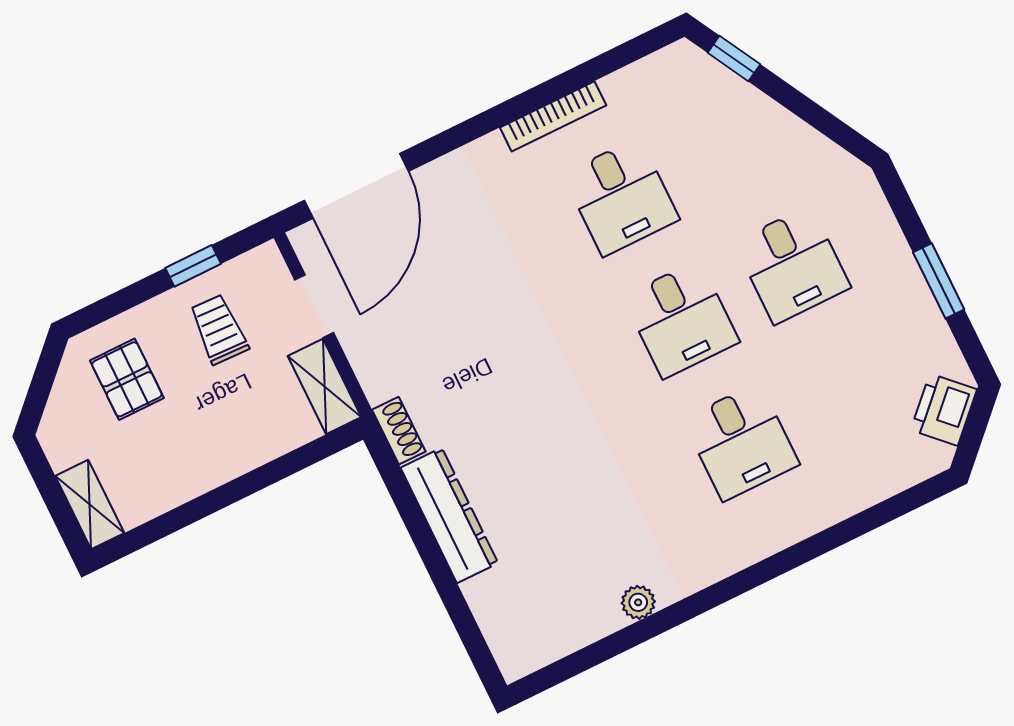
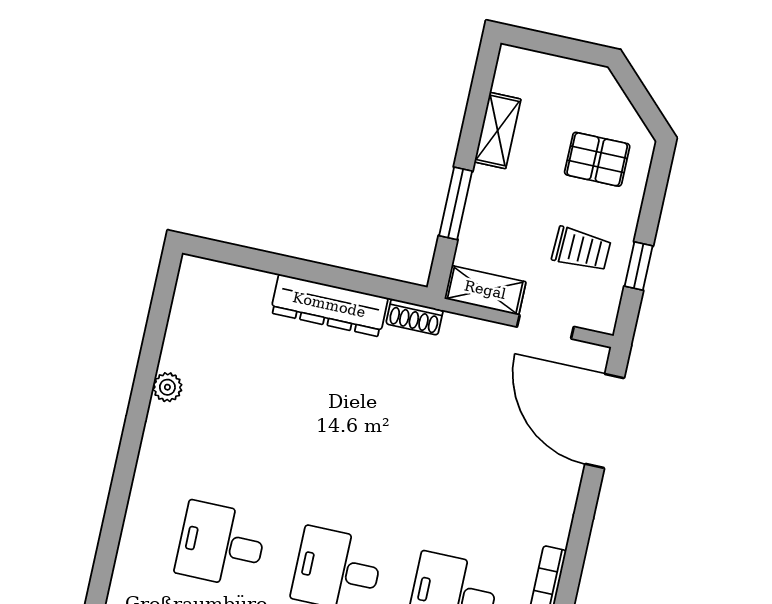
window: (268, 475) -> (456, 203), added
shelving: (90, 504) -> (498, 130), moved, turned 90

